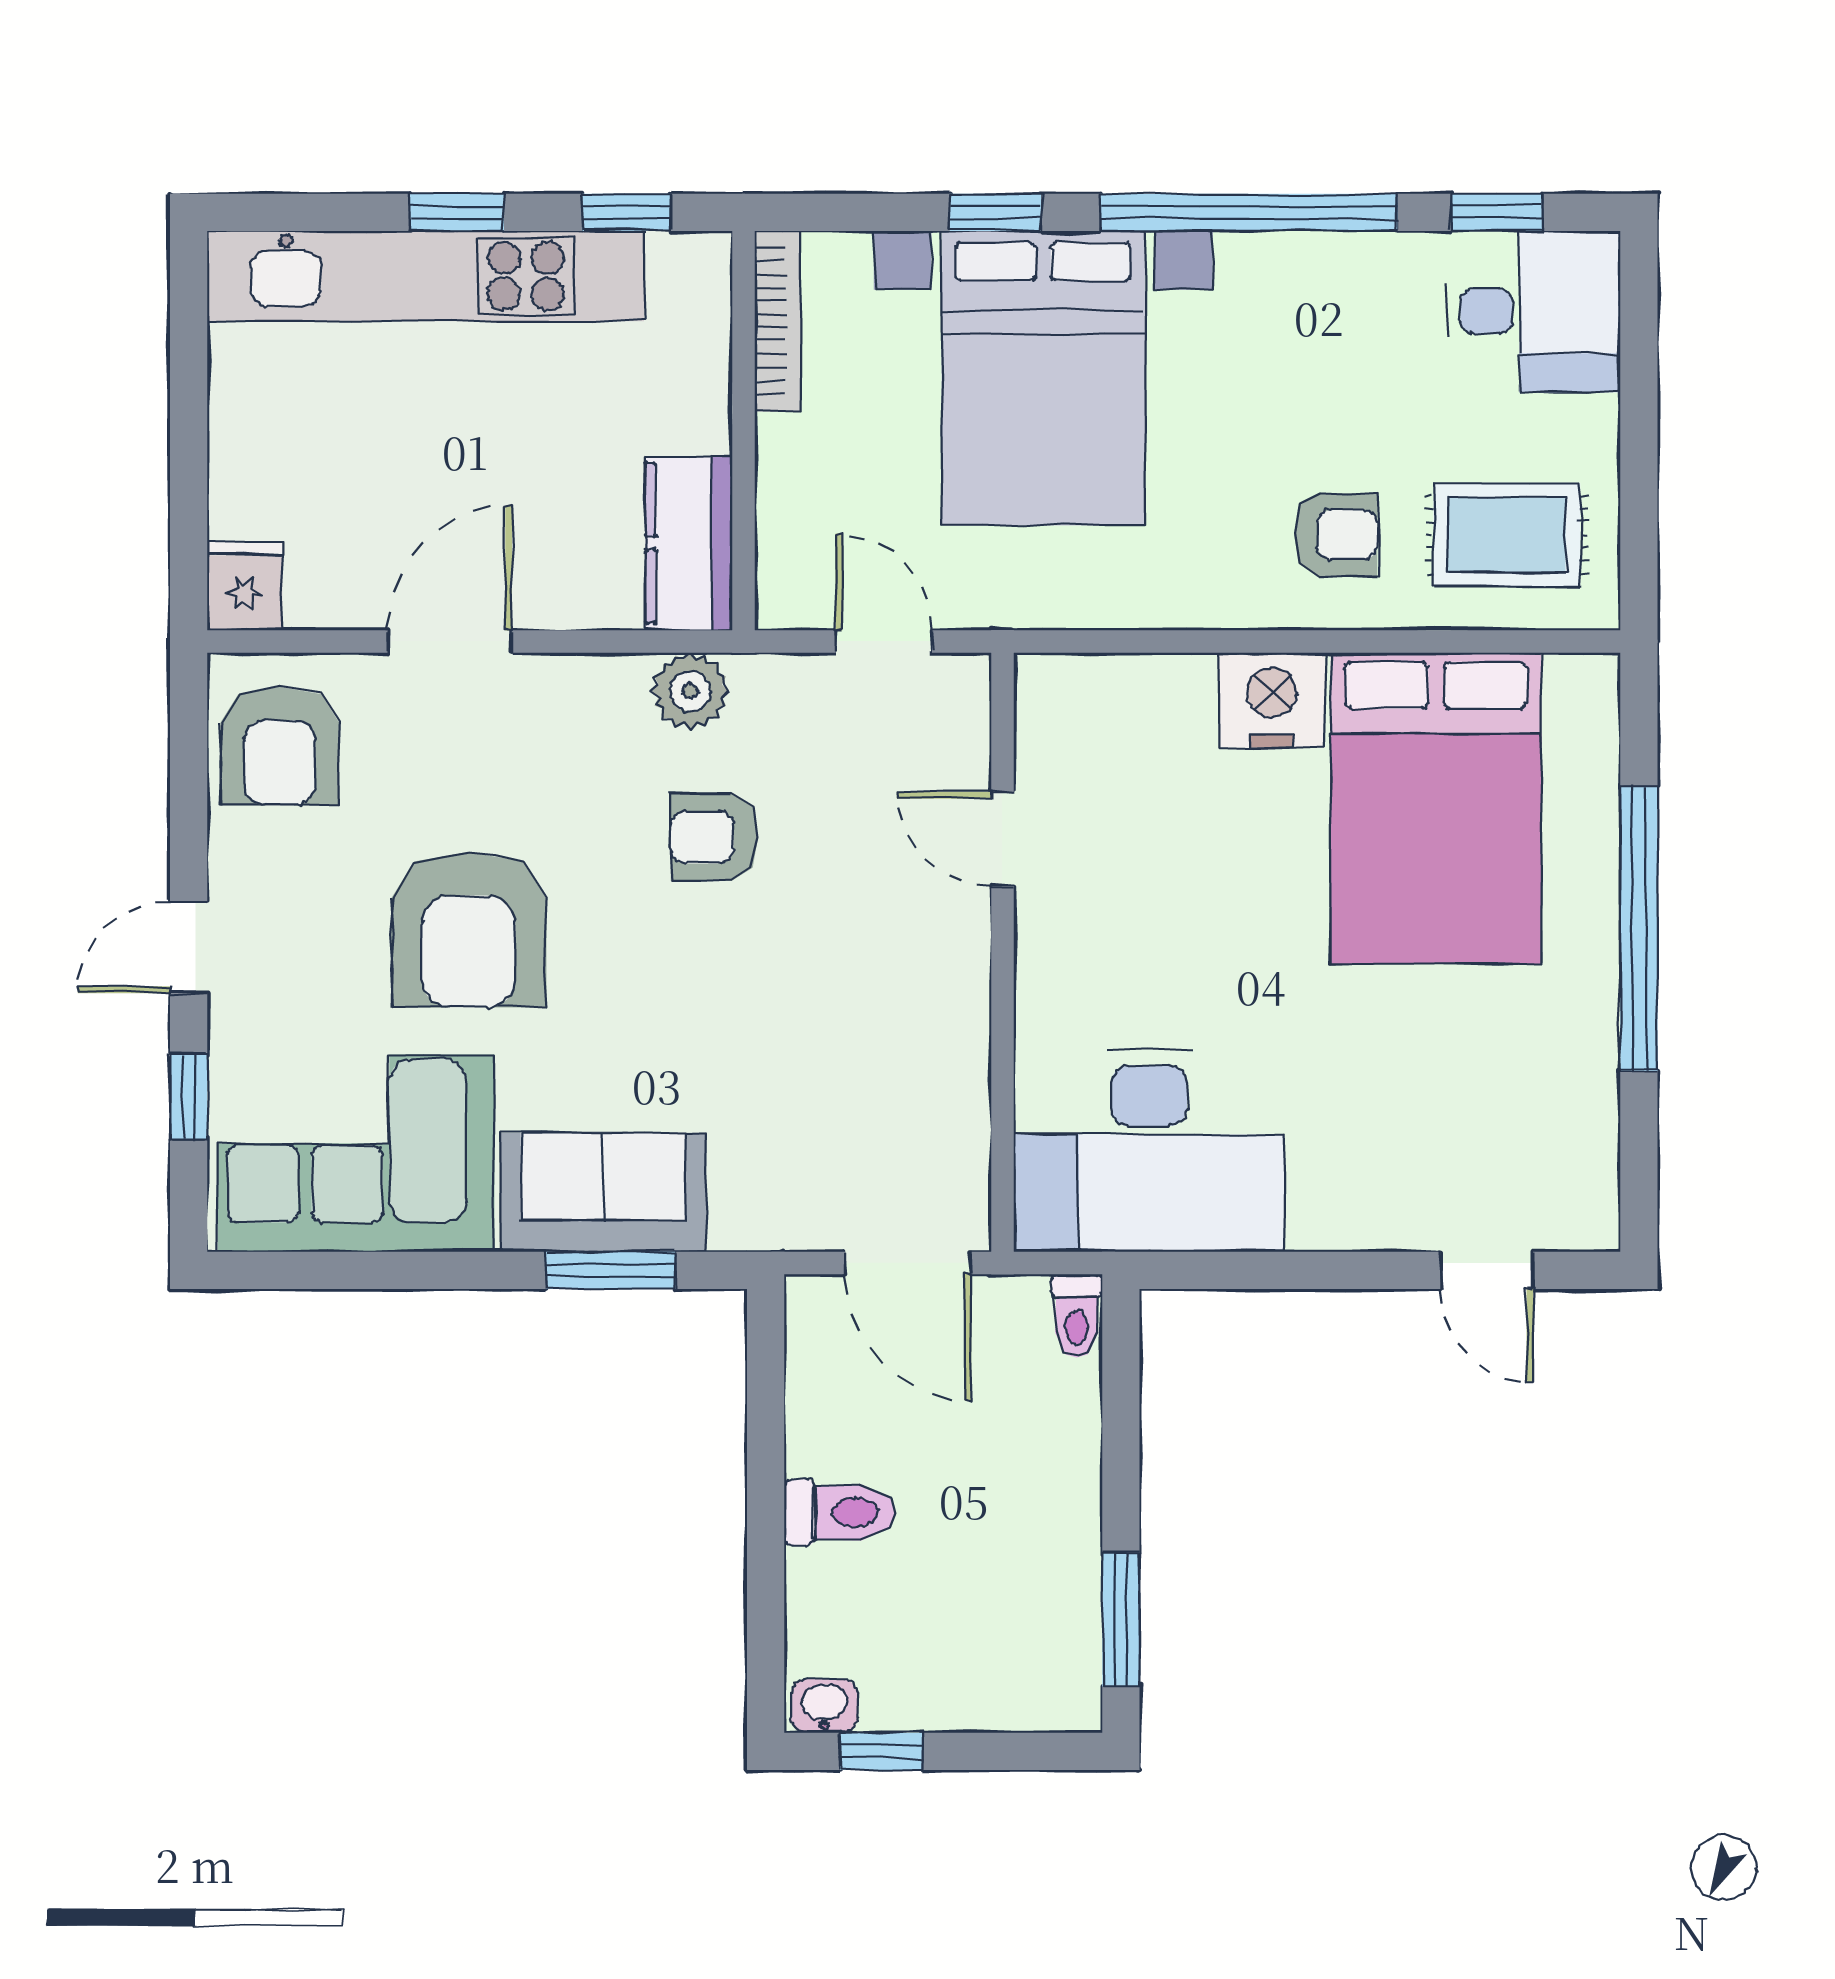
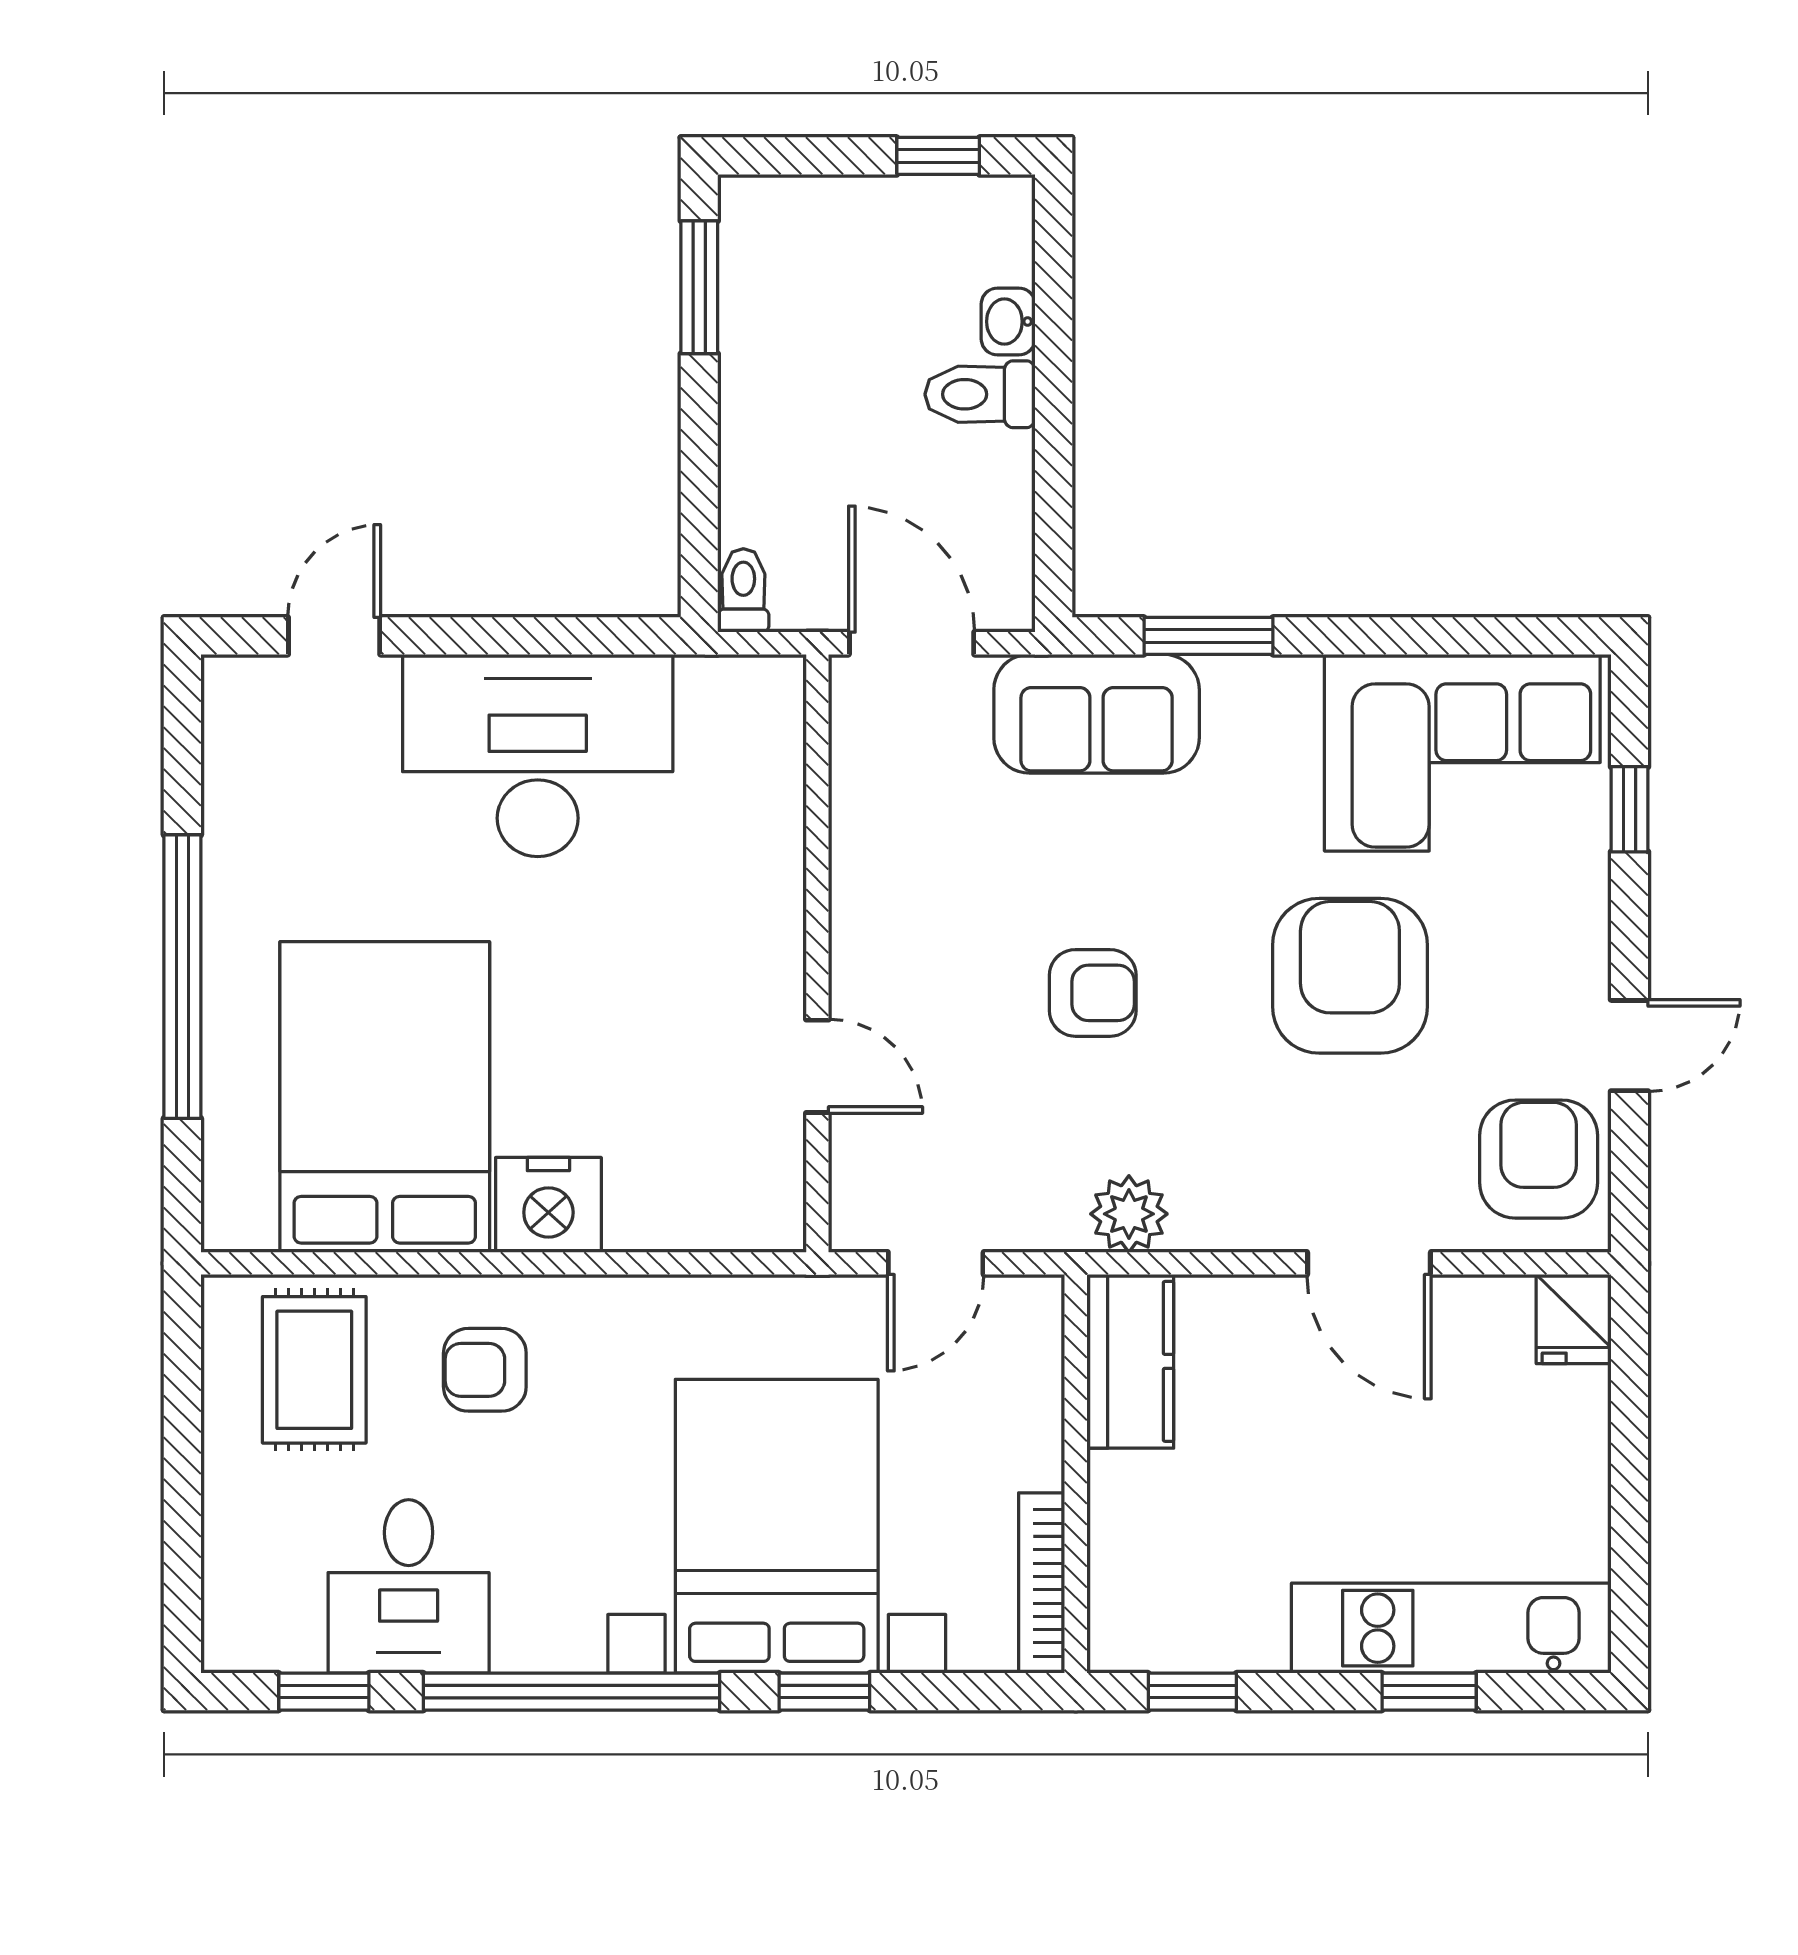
window: (457, 212) -> (1429, 1692), moved
kitchen unit: (425, 276) -> (1451, 1628), width x0.73
desk: (1533, 311) -> (409, 1586), moved, turned -90
rug: (1507, 535) -> (314, 1370), turned 90
door: (450, 641) -> (1369, 1263), hinge flipped
door: (884, 641) -> (936, 1263), hinge flipped
armchair: (714, 837) -> (1093, 993), moved
door: (189, 947) -> (1630, 1046), moved
desk: (1149, 1150) -> (538, 755), moved
sofa: (603, 1192) -> (1097, 714), moved
door: (1487, 1270) -> (334, 636), hinge flipped
washbasin: (824, 1706) -> (1008, 322), moved, turned 90

